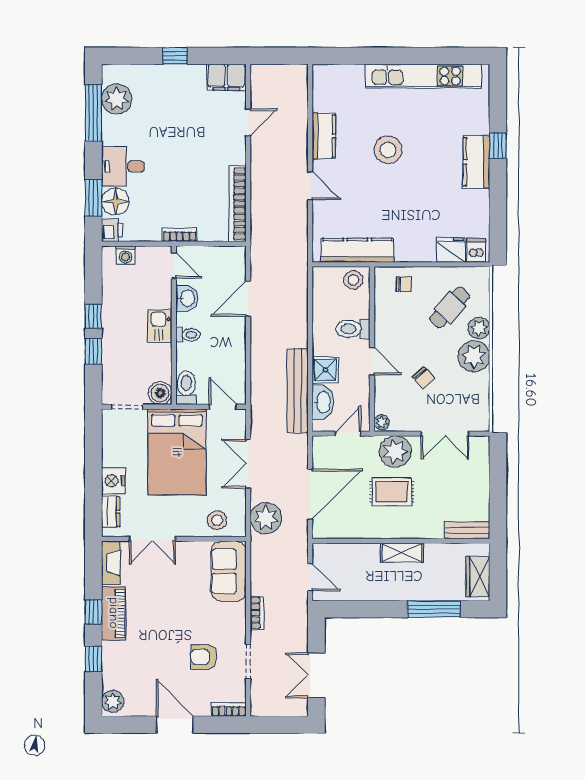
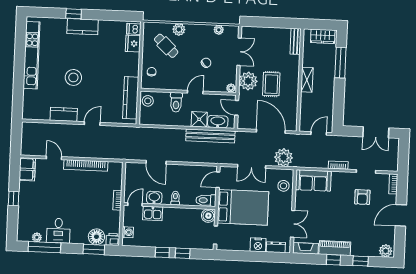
plant: (117, 99) -> (37, 237), width x0.53, depth x0.53
desk: (123, 166) -> (58, 231), moved
bookcase: (238, 204) -> (86, 165), moved
kitchen sink: (160, 326) -> (153, 213), moved
plant: (474, 356) -> (219, 30), moved, width x0.53, depth x0.53

